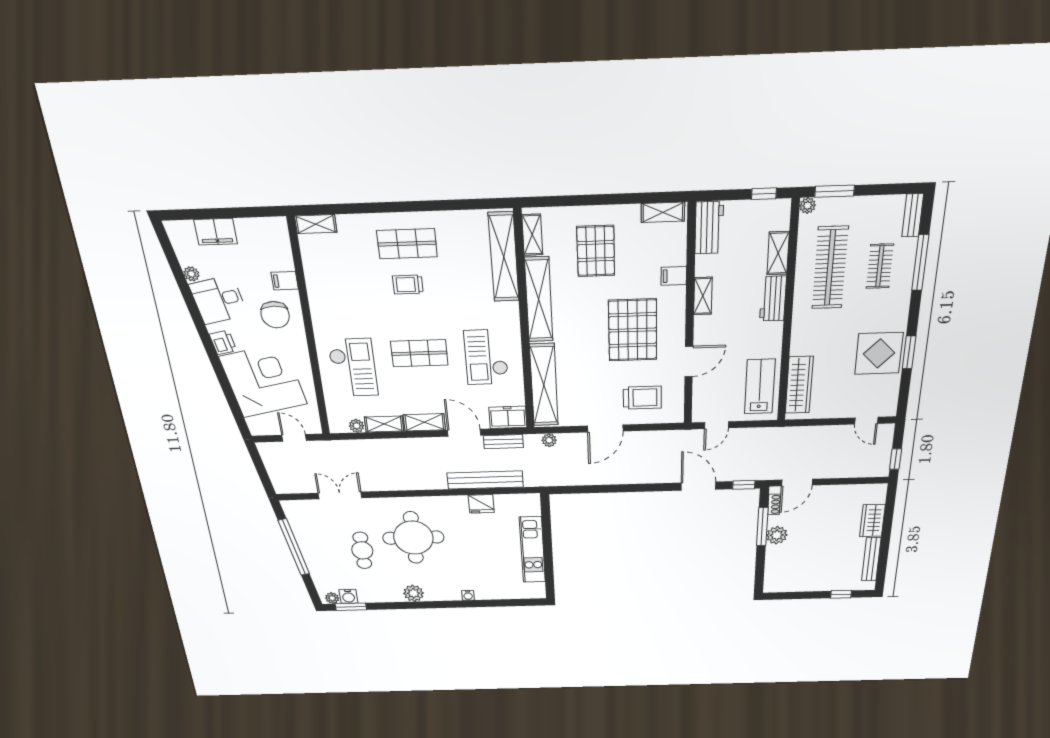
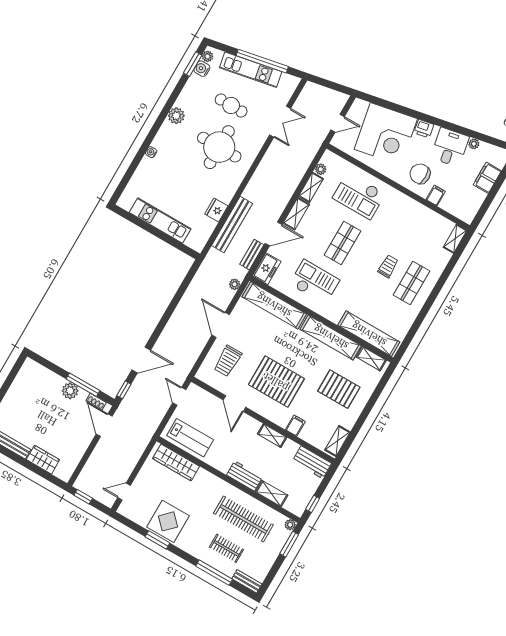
kitchen unit: (312, 553) -> (251, 70), added

